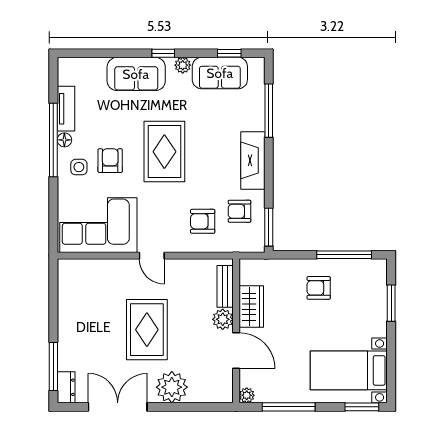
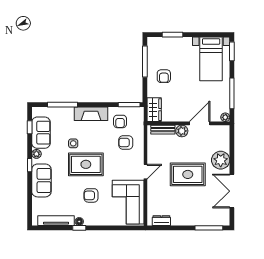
tv unit: (66, 109) -> (56, 221), width x1.41
window: (53, 140) -> (79, 228), width x0.32
side table: (79, 167) -> (73, 143), moved
armchair: (203, 221) -> (126, 142), turned 90
wardrobe: (251, 307) -> (154, 110), moved, turned 90
dresser: (66, 387) -> (161, 221), moved

